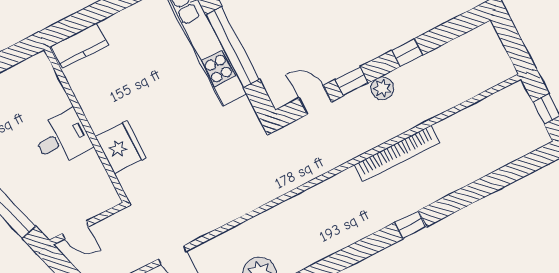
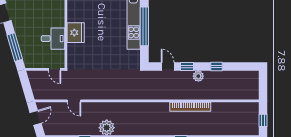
desk: (62, 138) -> (53, 39), moved
fridge: (121, 147) -> (76, 33), moved
door: (75, 230) -> (55, 69), moved

